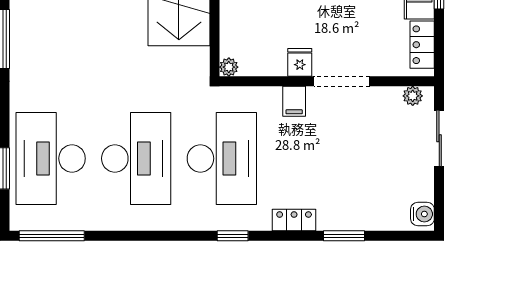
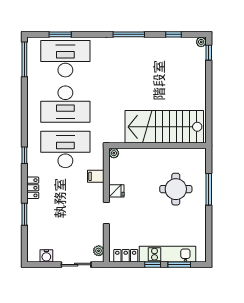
doorway: (342, 81) -> (106, 213), width x0.73
filing cabinet: (294, 101) -> (96, 176), moved
desk: (222, 158) -> (65, 149), turned 180
water cooler: (422, 214) -> (46, 256), moved

